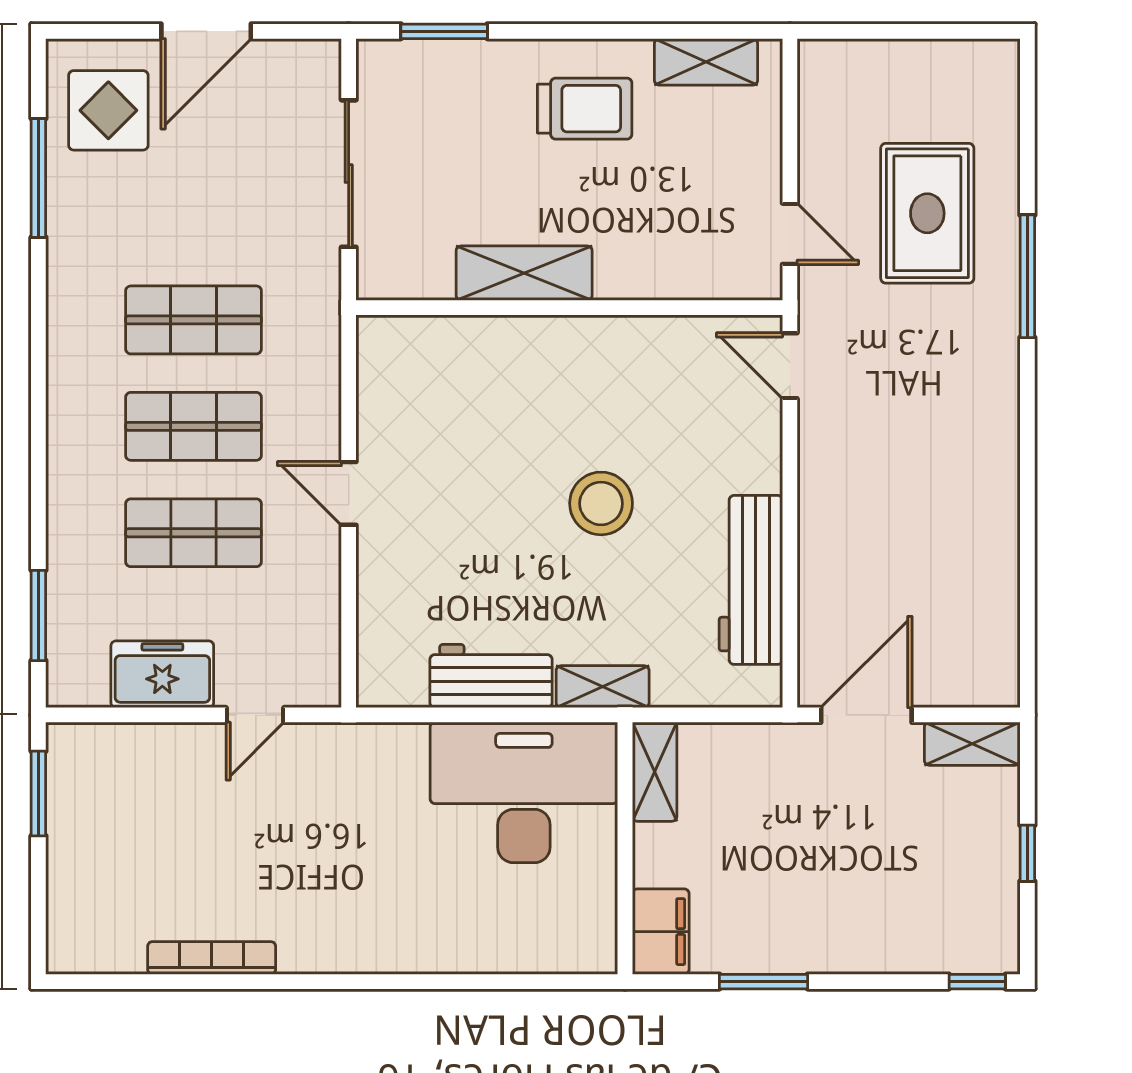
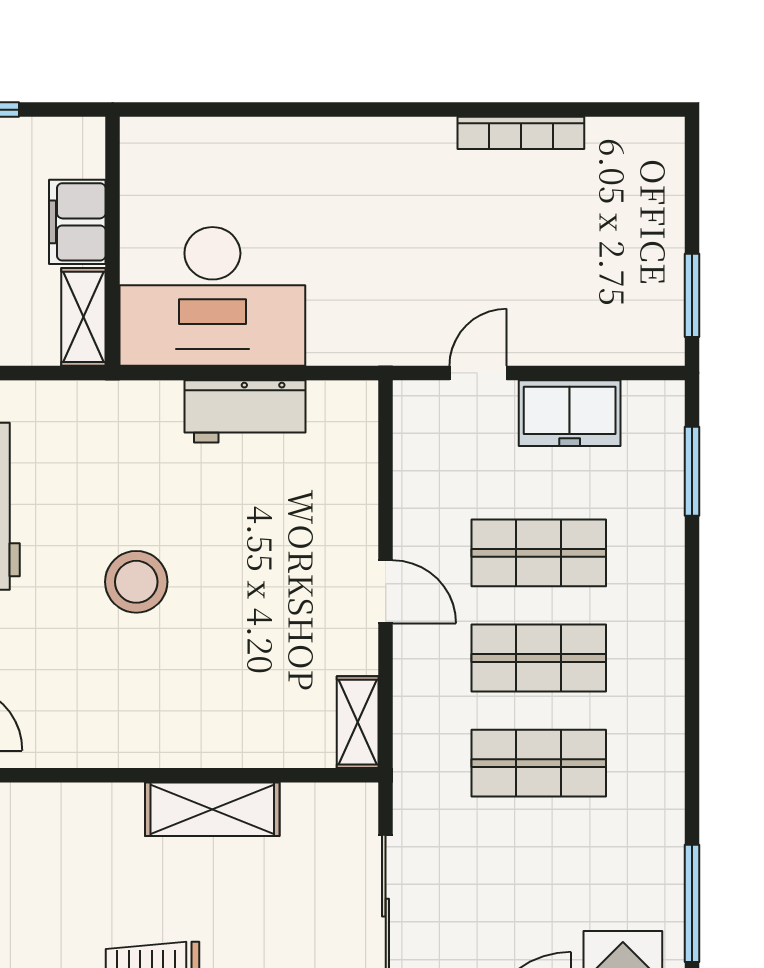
shelving: (603, 687) -> (358, 722), moved, turned 90
filing cabinet: (661, 932) -> (77, 222), moved

